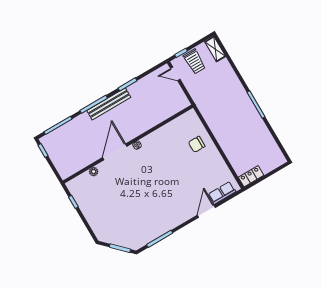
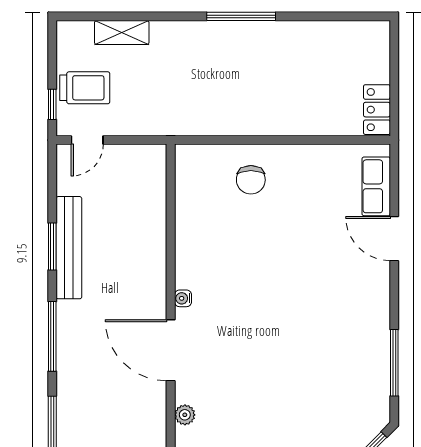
shelving: (215, 49) -> (122, 33), moved
bench: (109, 104) -> (69, 248), moved

